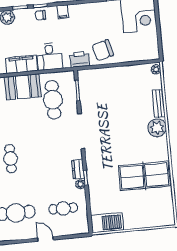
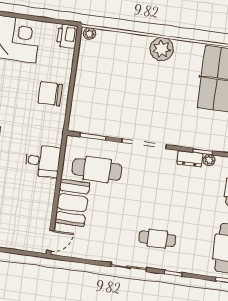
chair: (103, 50) -> (50, 94), turned 104
printer: (80, 59) -> (67, 36), moved
filing cabinet: (21, 64) -> (44, 198), removed
bench: (159, 104) -> (132, 40), removed

